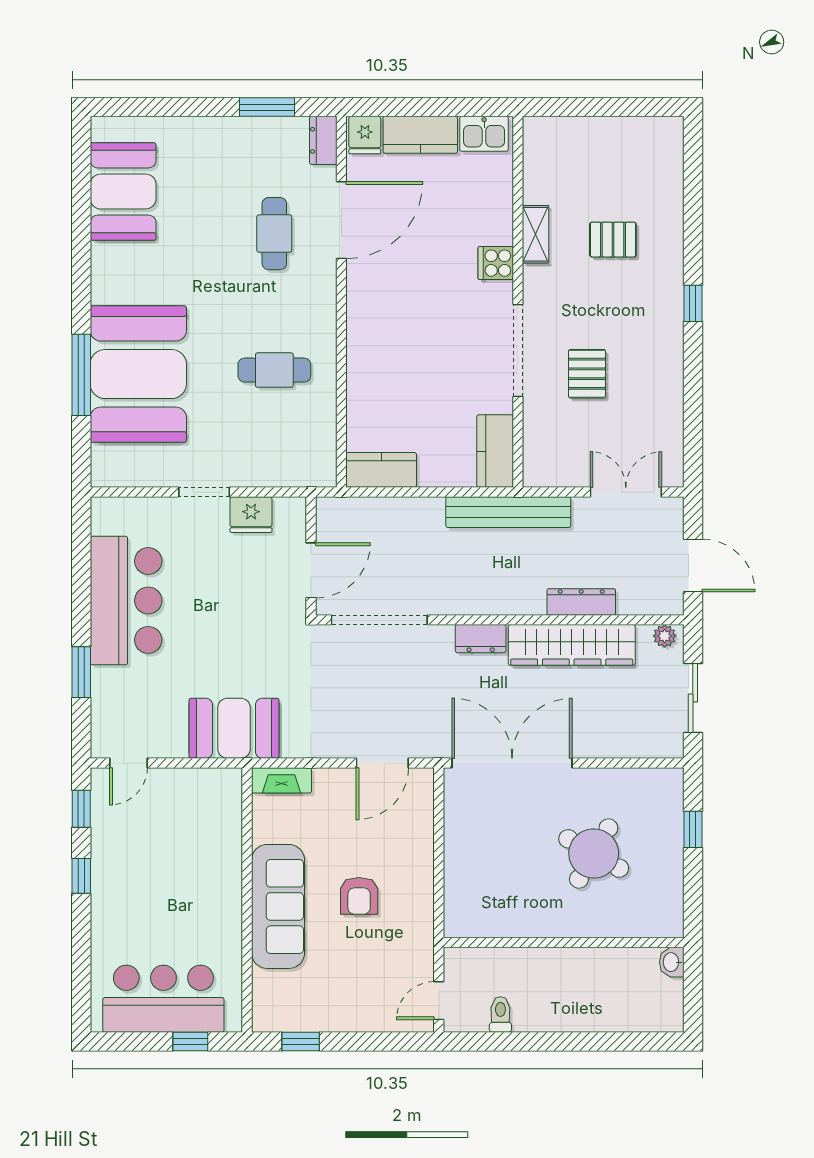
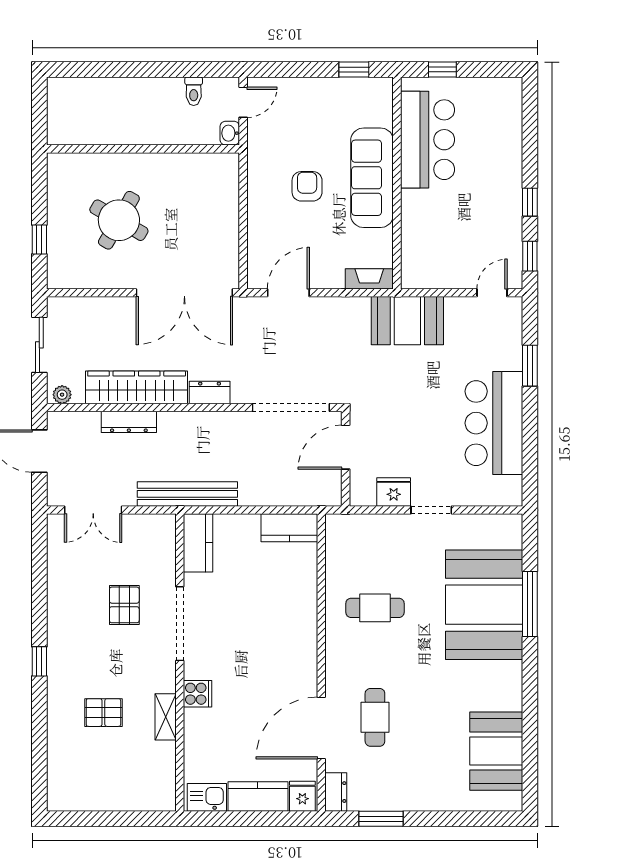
washbasin: (672, 962) -> (230, 133), moved, turned 180
bar counter: (163, 999) -> (428, 140), moved, turned -90

